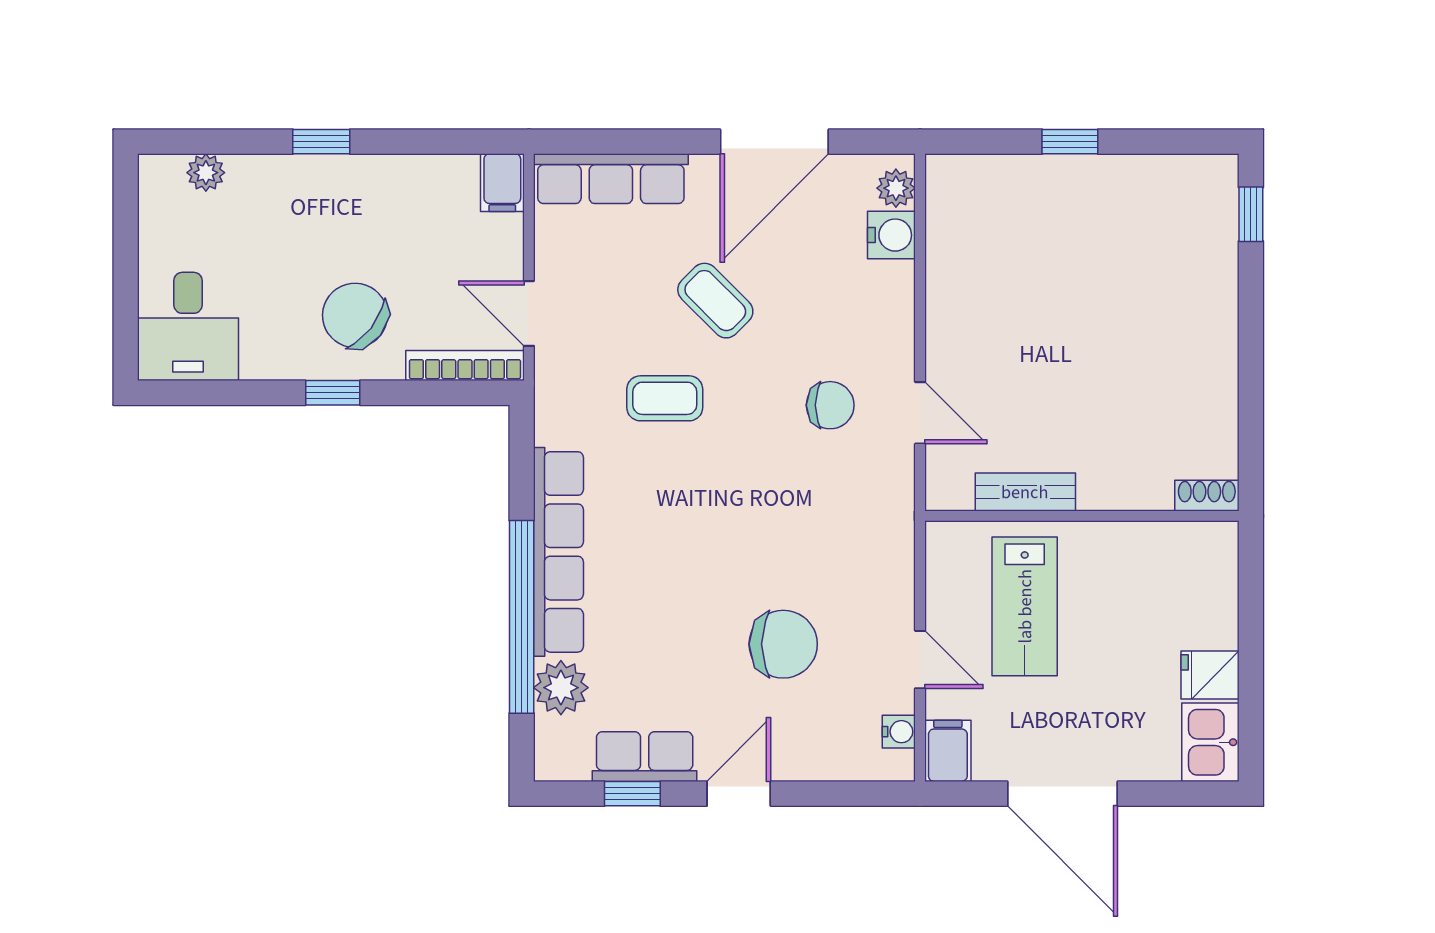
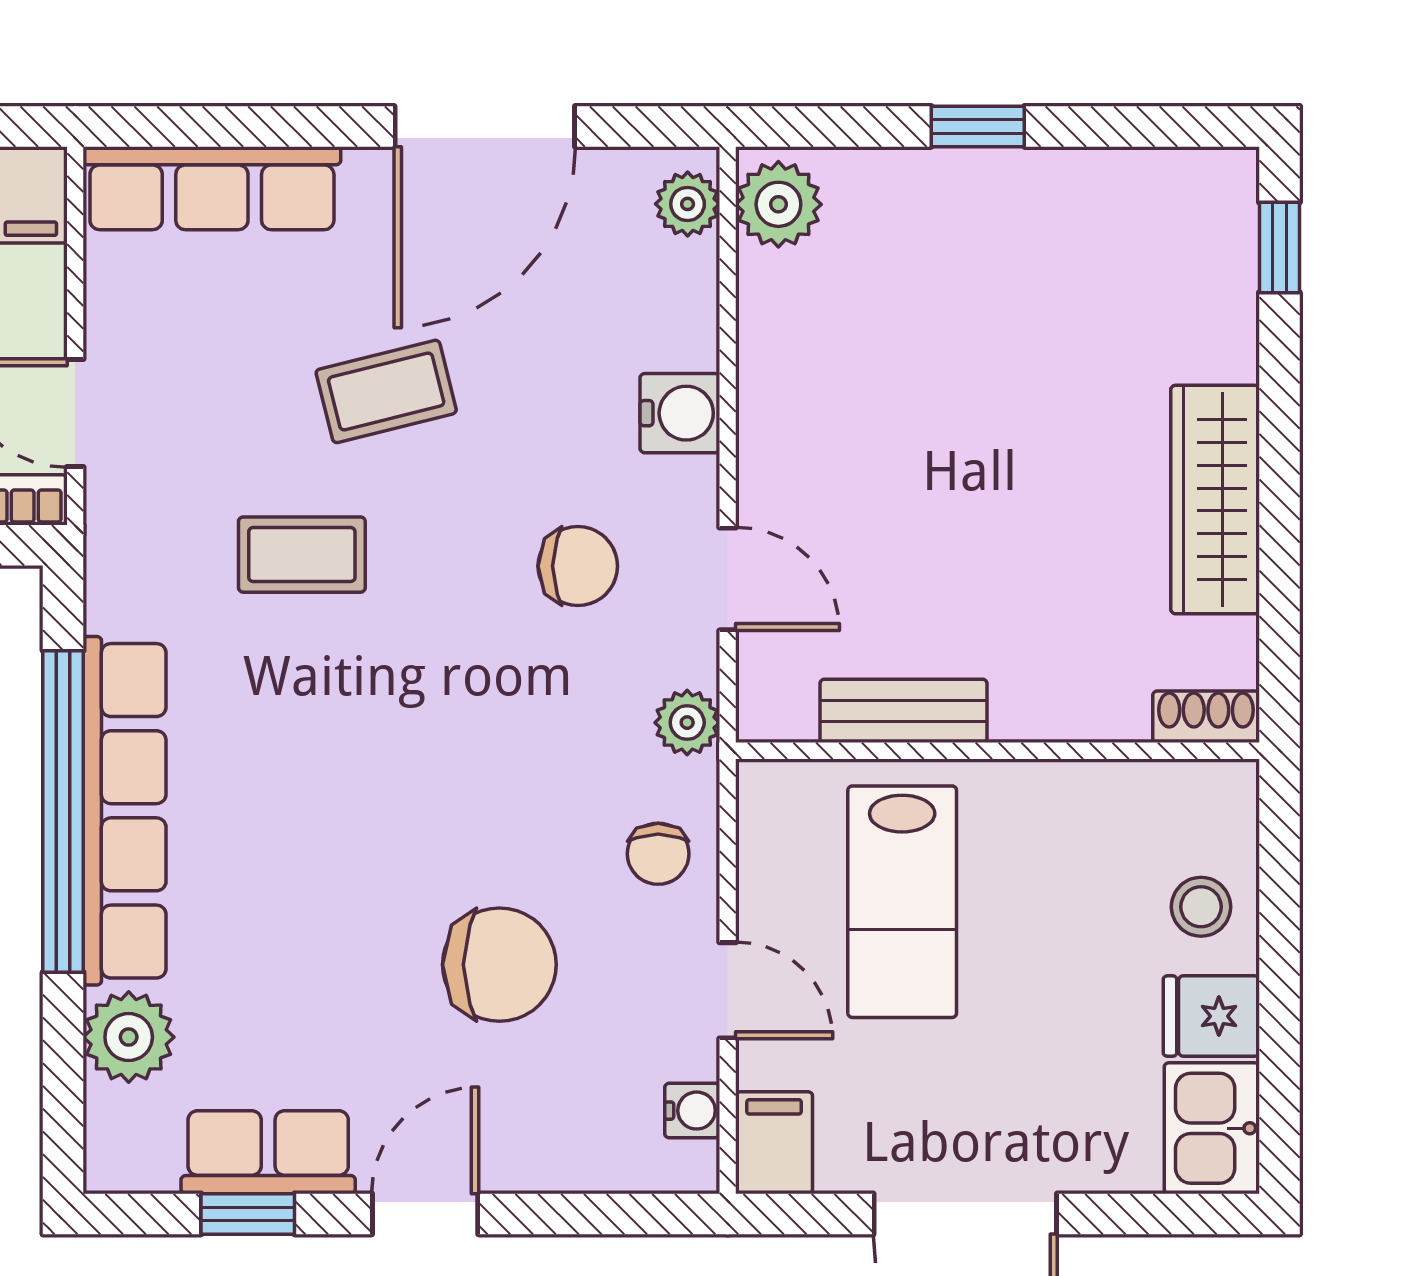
plant: (951, 188) -> (778, 204), added
water cooler: (891, 235) -> (680, 413), moved
coffee table: (715, 301) -> (386, 391), turned -59
wardrobe: (1212, 365) -> (1215, 500), added
plant: (896, 499) -> (687, 723), added
chair: (878, 578) -> (658, 854), added
stool: (1204, 609) -> (1201, 907), added
window: (522, 617) -> (63, 811), moved

